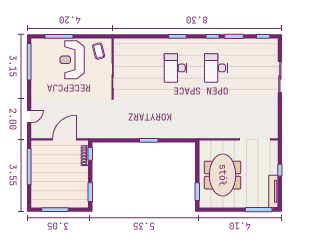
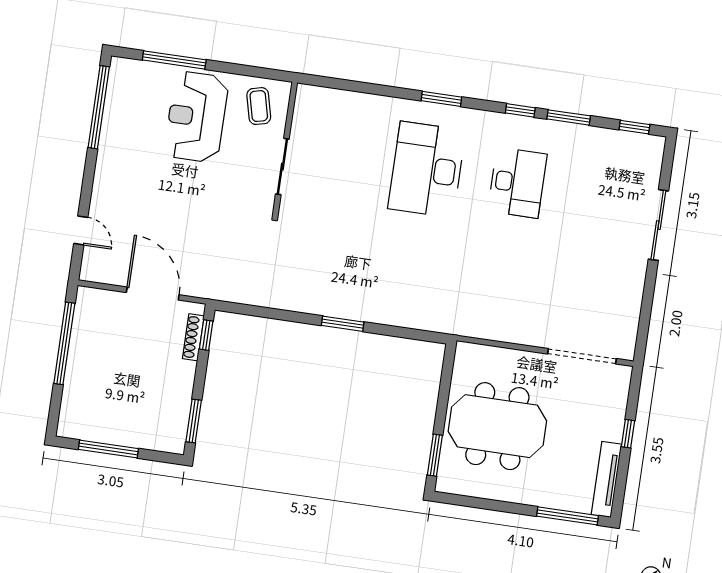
desk: (176, 68) -> (427, 169), width x1.36, depth x1.30
desk: (216, 68) -> (517, 183), turned 180
door: (29, 116) -> (81, 230), hinge flipped
door: (64, 139) -> (153, 294), hinge flipped
meeting table: (223, 175) -> (497, 426), turned 90

